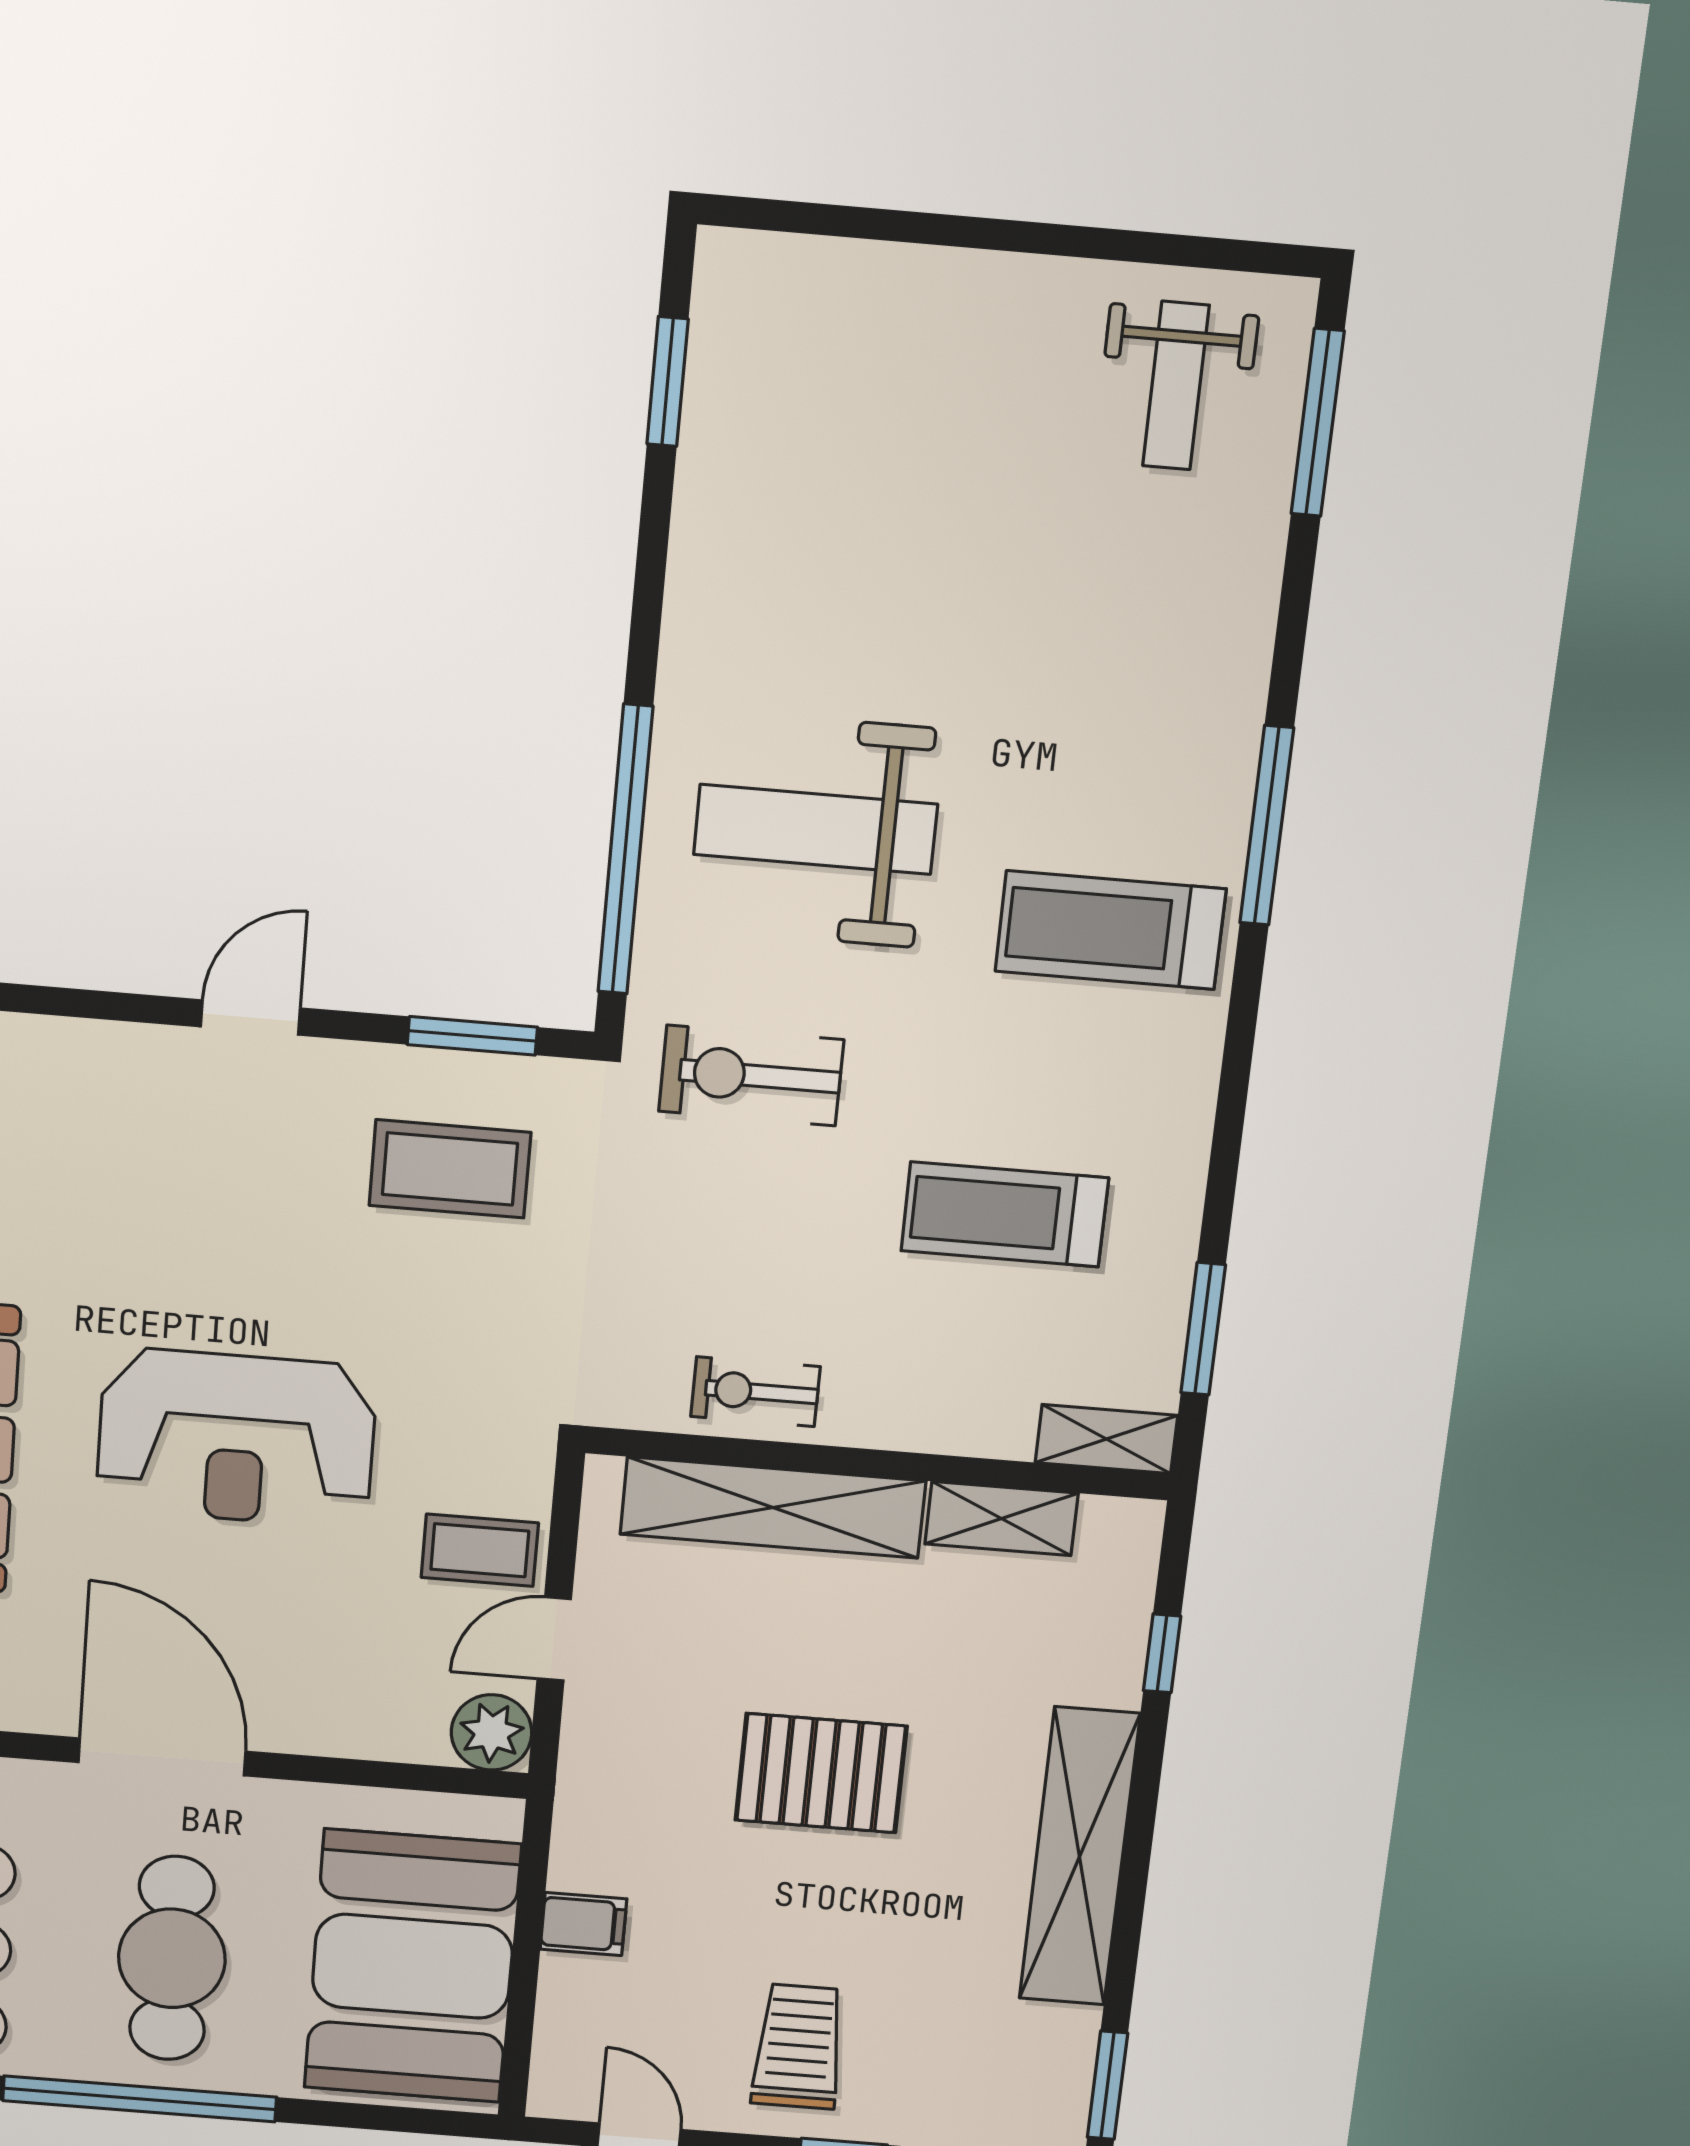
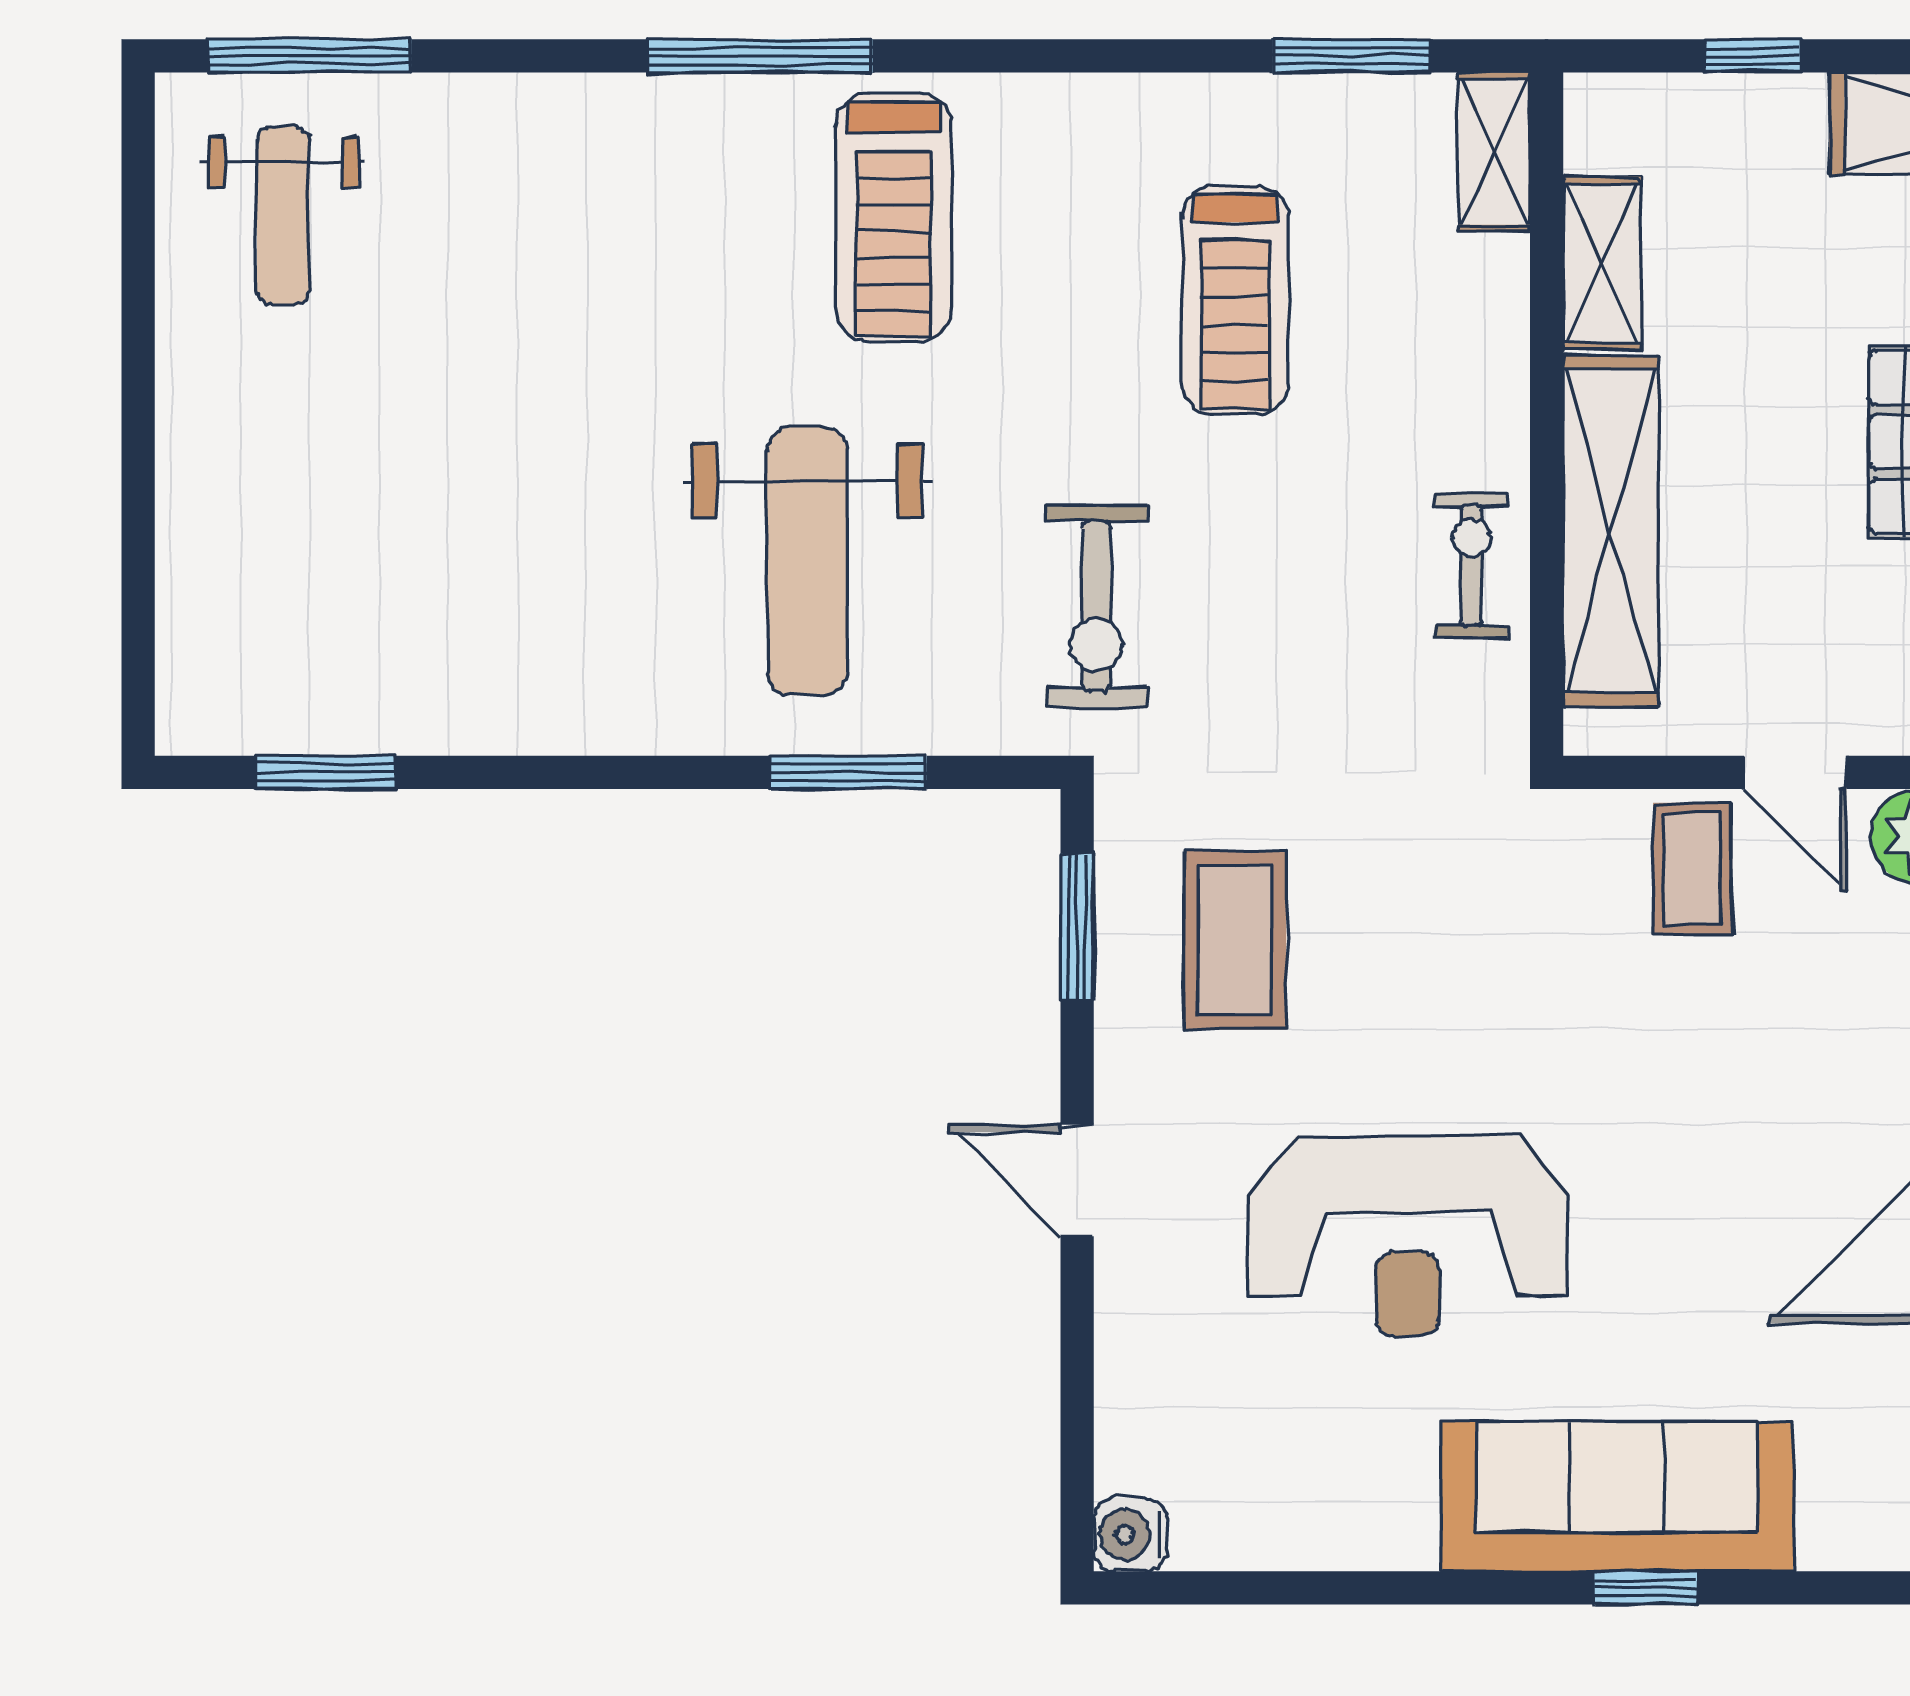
weight bench: (1176, 386) -> (283, 216), turned 90
window: (625, 850) -> (848, 772), width x0.47
exercise bike: (756, 1392) -> (1471, 565), turned 180
reception desk: (236, 1438) -> (1408, 1236), moved, turned 90

